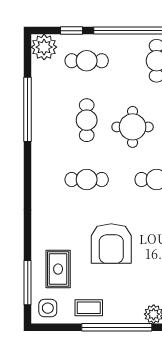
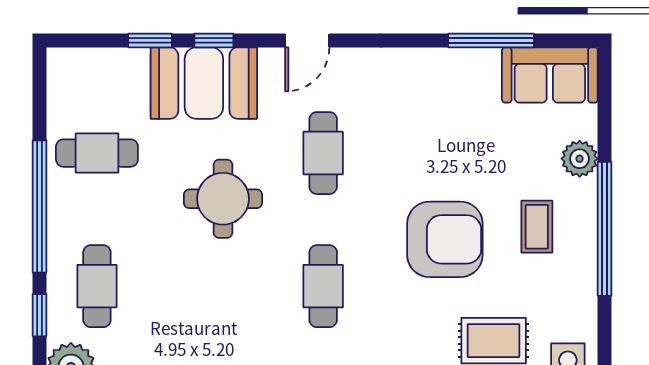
cafe table: (87, 120) -> (210, 286), removed
coffee table: (89, 308) -> (537, 227), moved

